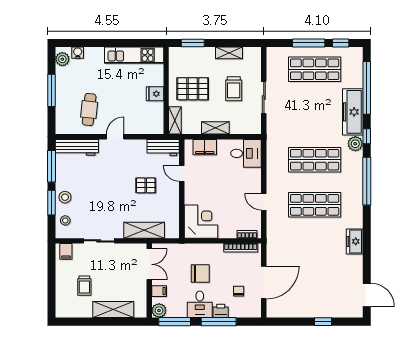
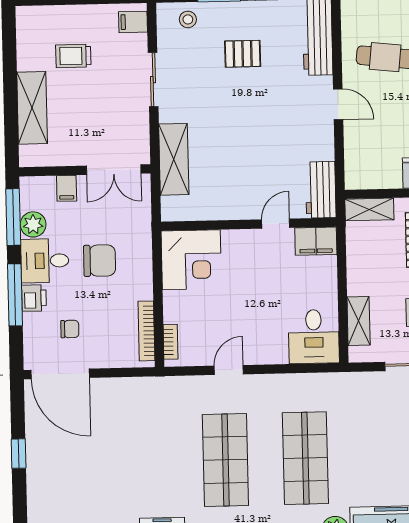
shelving: (215, 128) -> (359, 321), moved
filing cabinet: (205, 147) -> (316, 241), moved, turned -90
pallet: (146, 185) -> (243, 54), moved, turned 90
stool: (65, 197) -> (229, 18), removed
chair: (200, 273) -> (100, 261), turned -90
door: (264, 282) -> (60, 374), moved
plant: (159, 310) -> (33, 224), moved
window: (323, 322) -> (19, 454), moved

